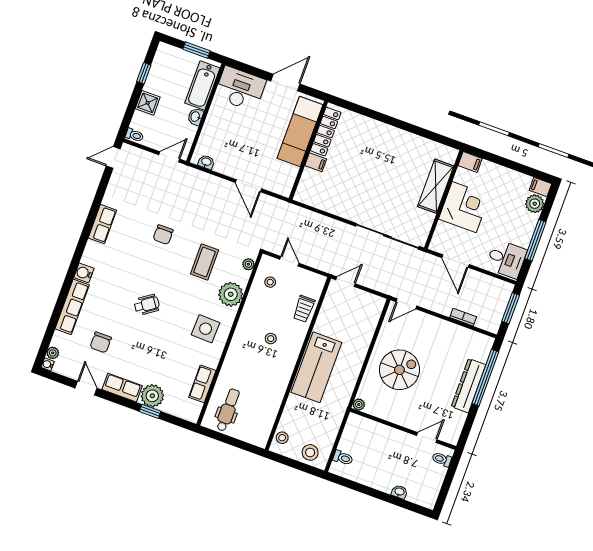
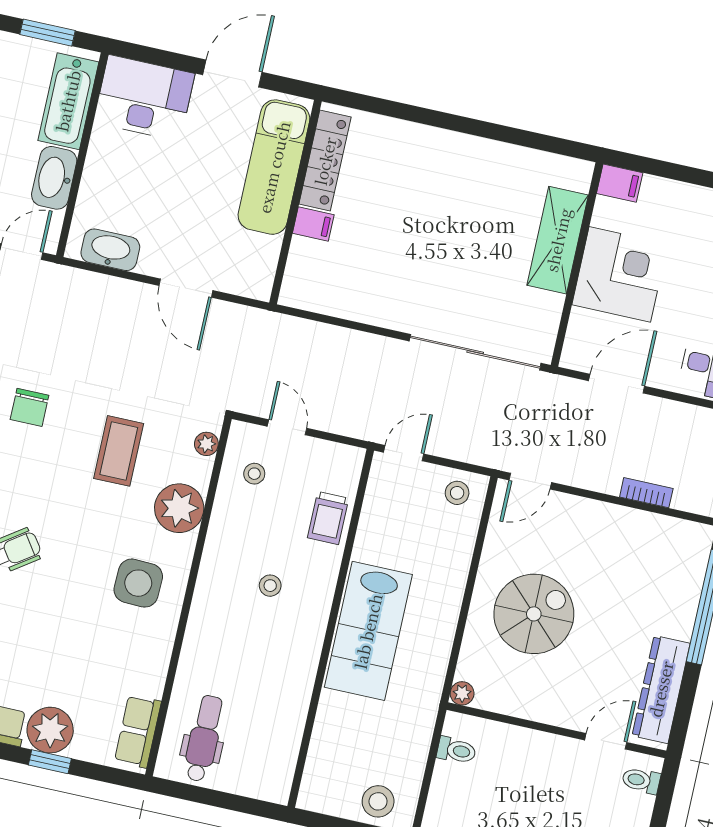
washbasin: (195, 117) -> (54, 178), width x1.91, depth x1.45
washbasin: (206, 162) -> (110, 250), width x1.91, depth x1.45
door: (455, 261) -> (617, 384), swing flipped
row of seats: (202, 384) -> (138, 731), moved
dresser: (468, 386) -> (661, 689), moved
stool: (282, 438) -> (457, 493), moved
toilet: (343, 458) -> (456, 750), moved

